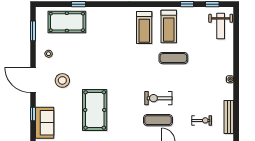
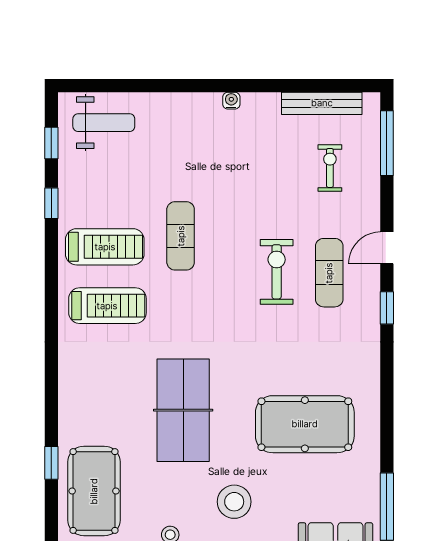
table tennis table: (101, 59) -> (183, 410), added
exercise bike: (158, 98) -> (277, 272), turned 180

